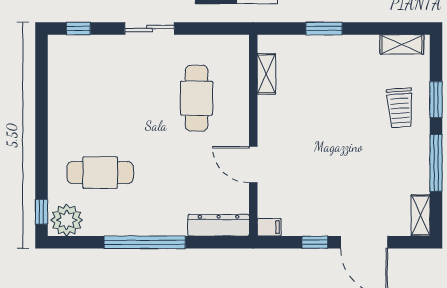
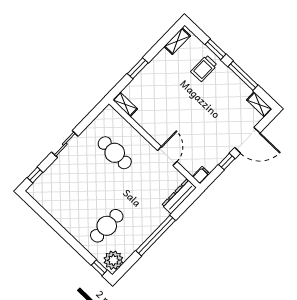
shelving: (266, 74) -> (125, 104), moved
trolley: (400, 108) -> (204, 68), turned 94
door: (253, 165) -> (167, 156), swing flipped

